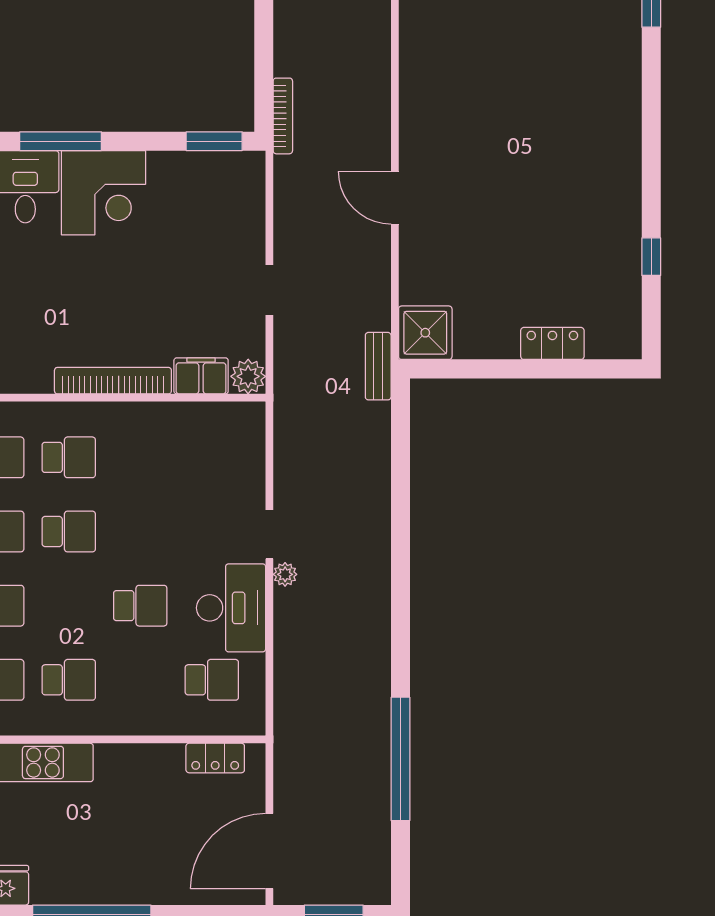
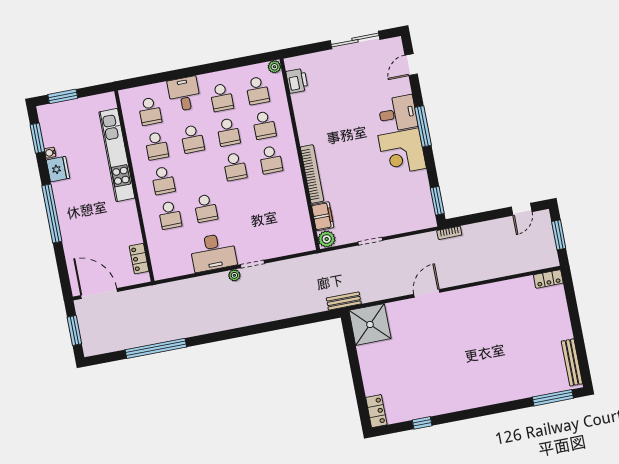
bookcase: (283, 116) -> (449, 233), width x0.64
shower: (425, 333) -> (370, 324), width x1.37, depth x1.37
locker: (552, 343) -> (376, 411), moved
school desk: (212, 680) -> (170, 215), moved

